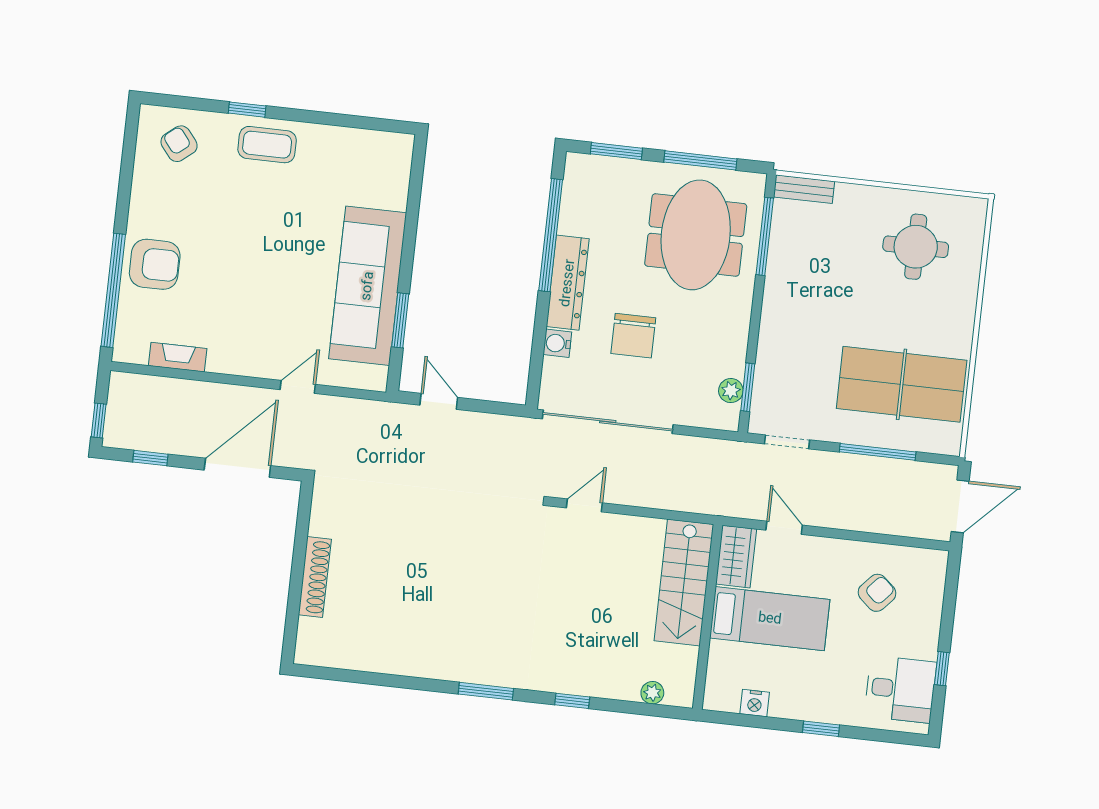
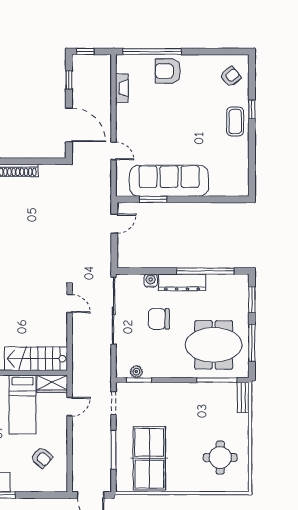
armchair: (155, 264) -> (168, 71), turned 90

